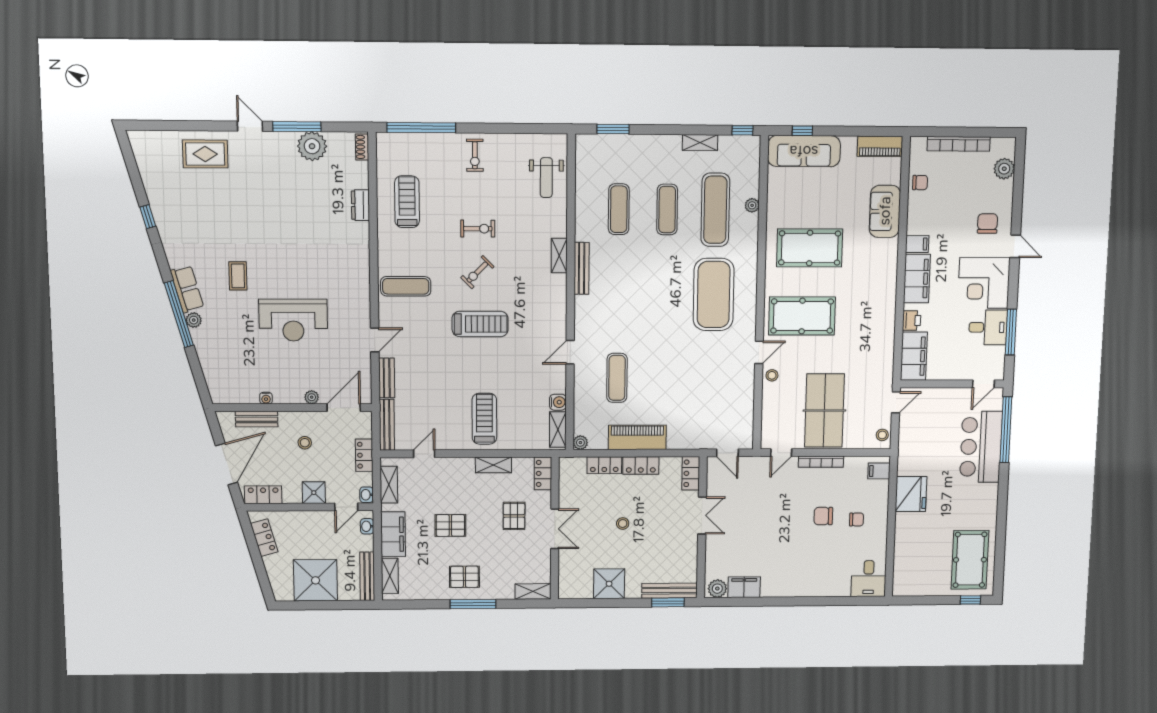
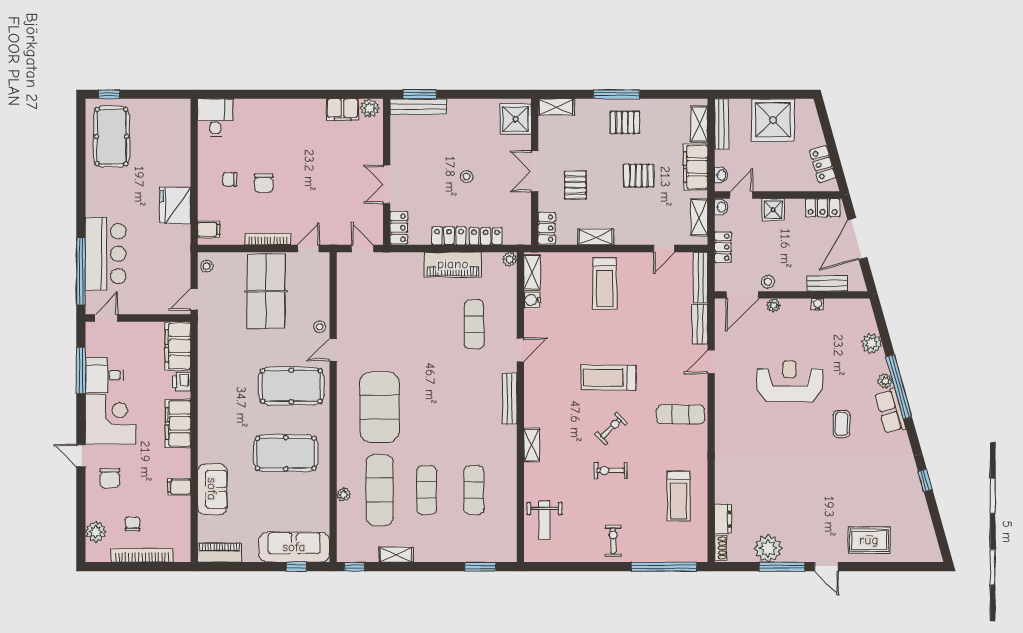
weight bench: (546, 178) -> (544, 520), turned 180
chair: (920, 183) -> (132, 524), moved, turned 90
dresser: (360, 205) -> (723, 519), moved
filing cabinet: (917, 244) -> (179, 487), moved
bench: (582, 268) -> (510, 398), moved
plant: (209, 358) -> (871, 344), added
stool: (305, 443) -> (768, 282), moved
chair: (823, 516) -> (264, 183), turned 90
shower: (609, 584) -> (515, 119), moved

